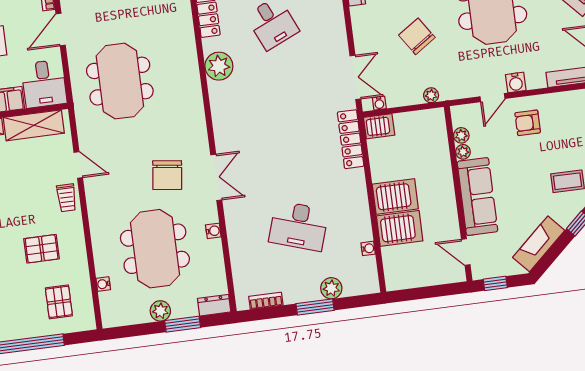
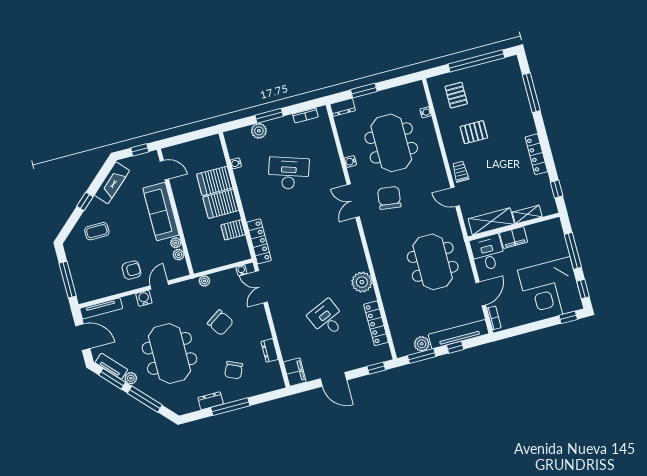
server rack: (379, 126) -> (233, 230), moved
plant: (160, 311) -> (381, 98), removed

